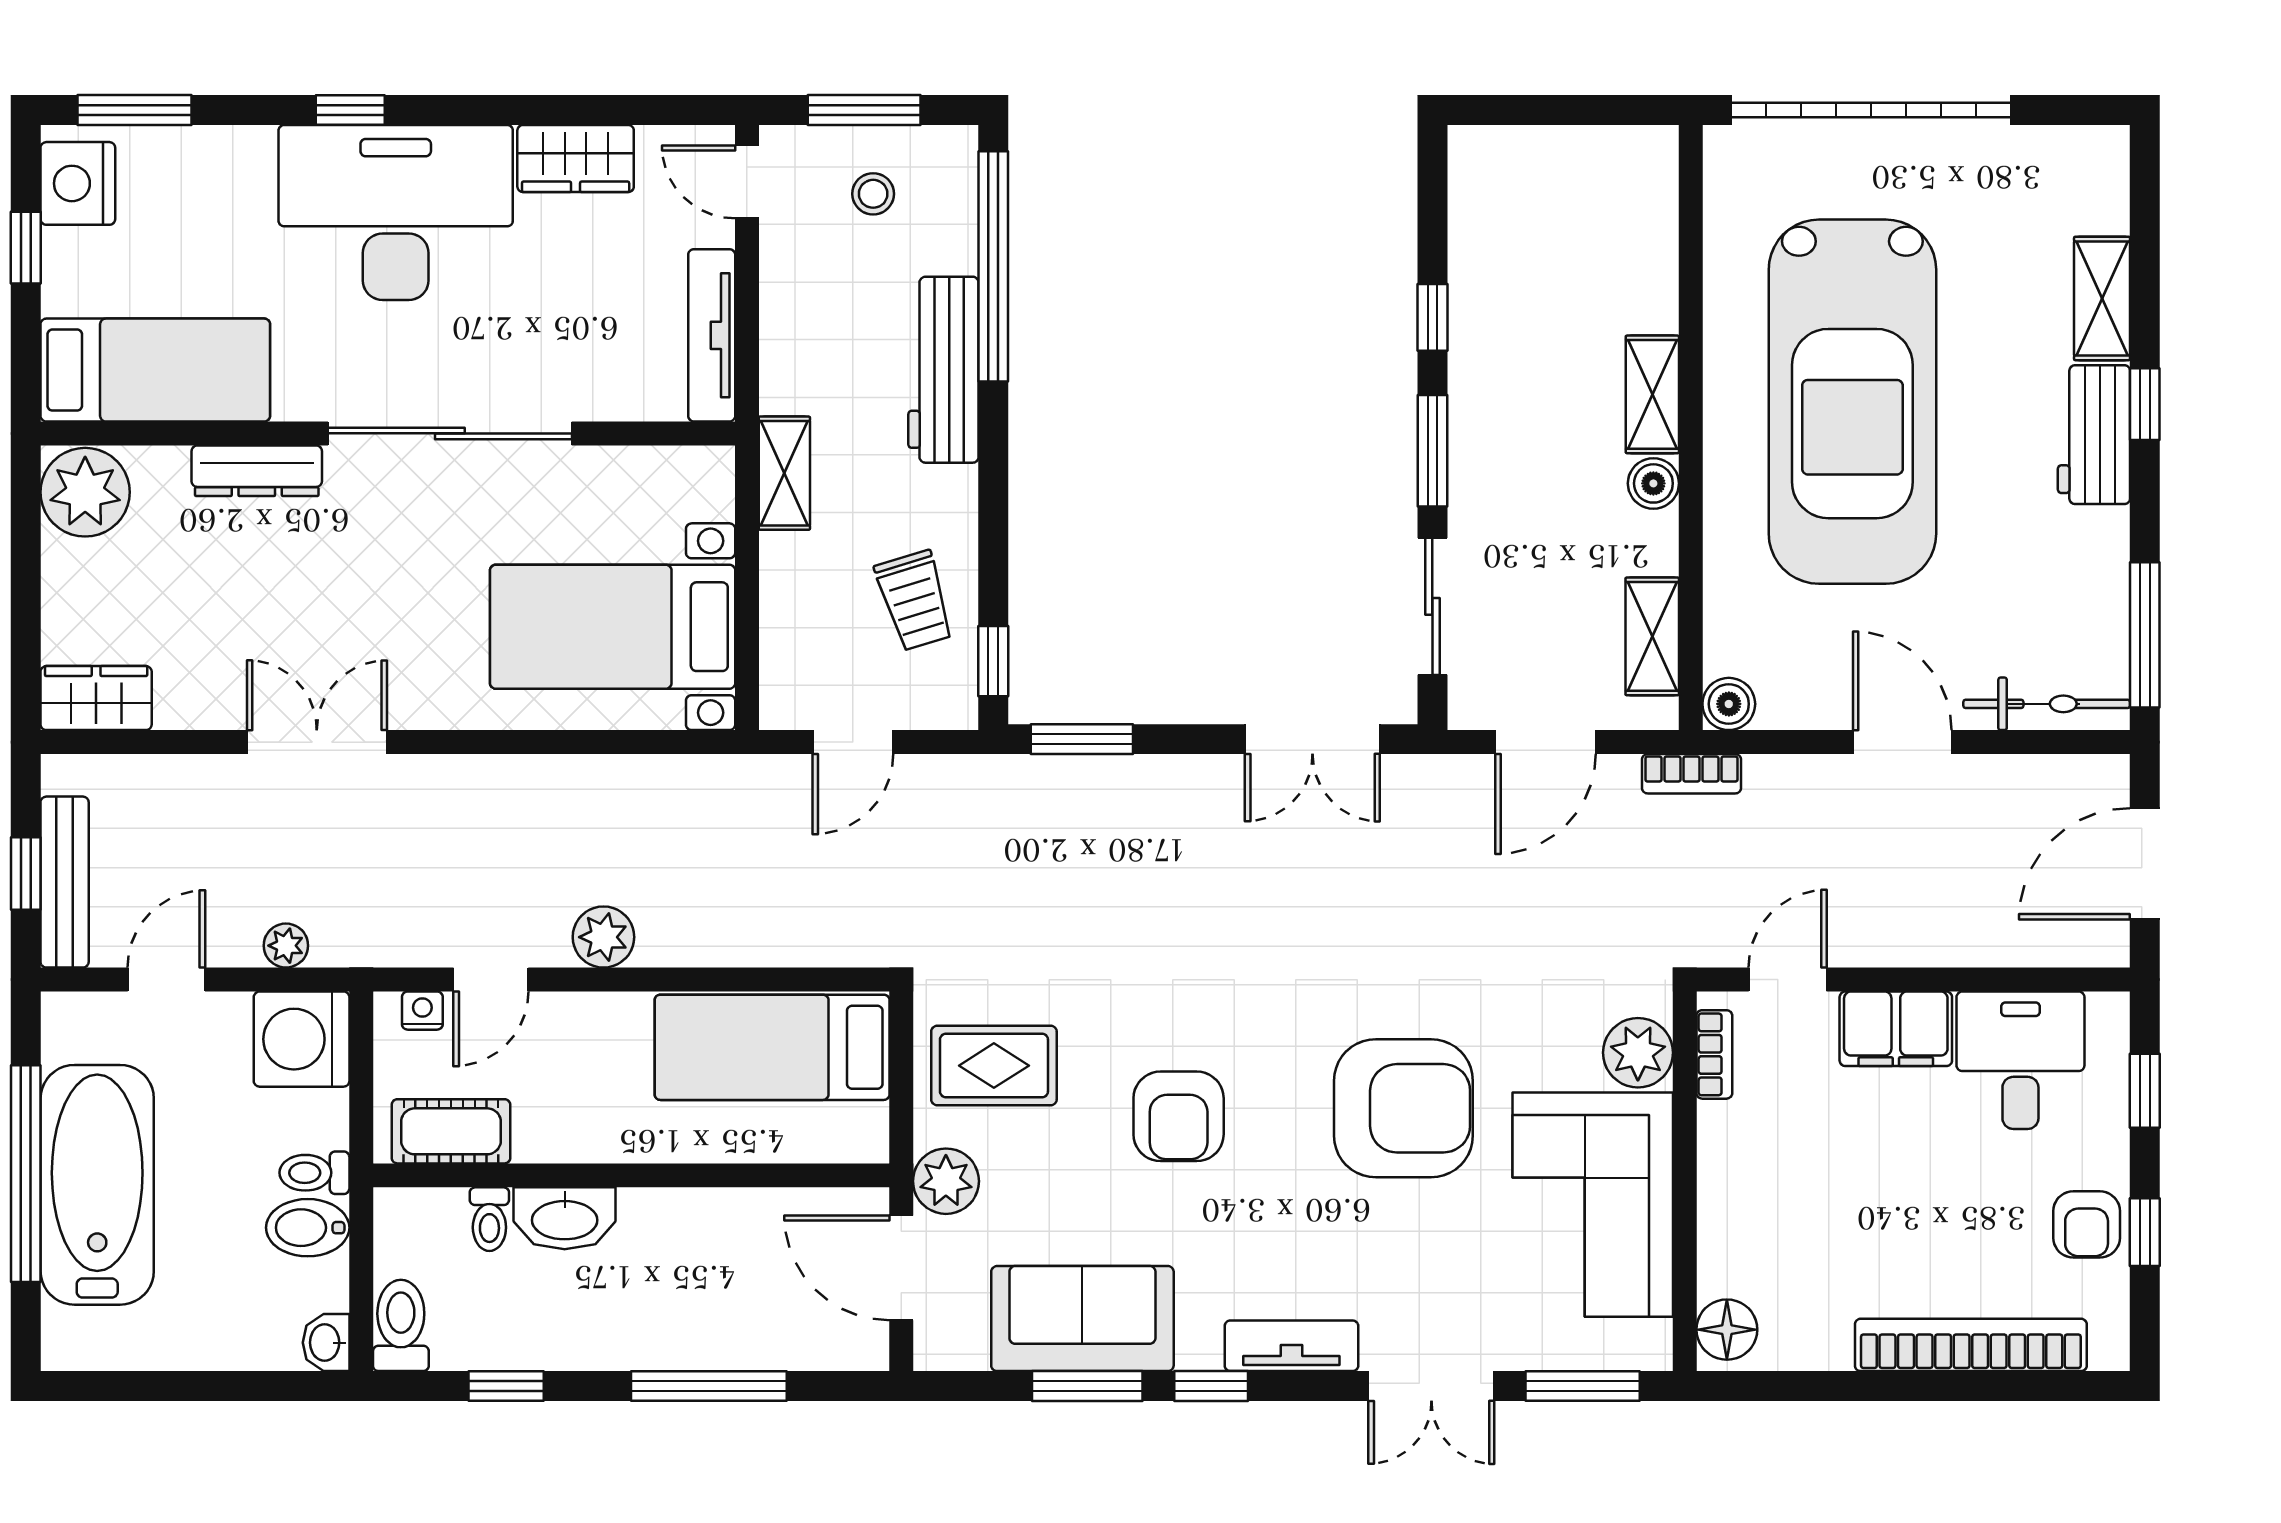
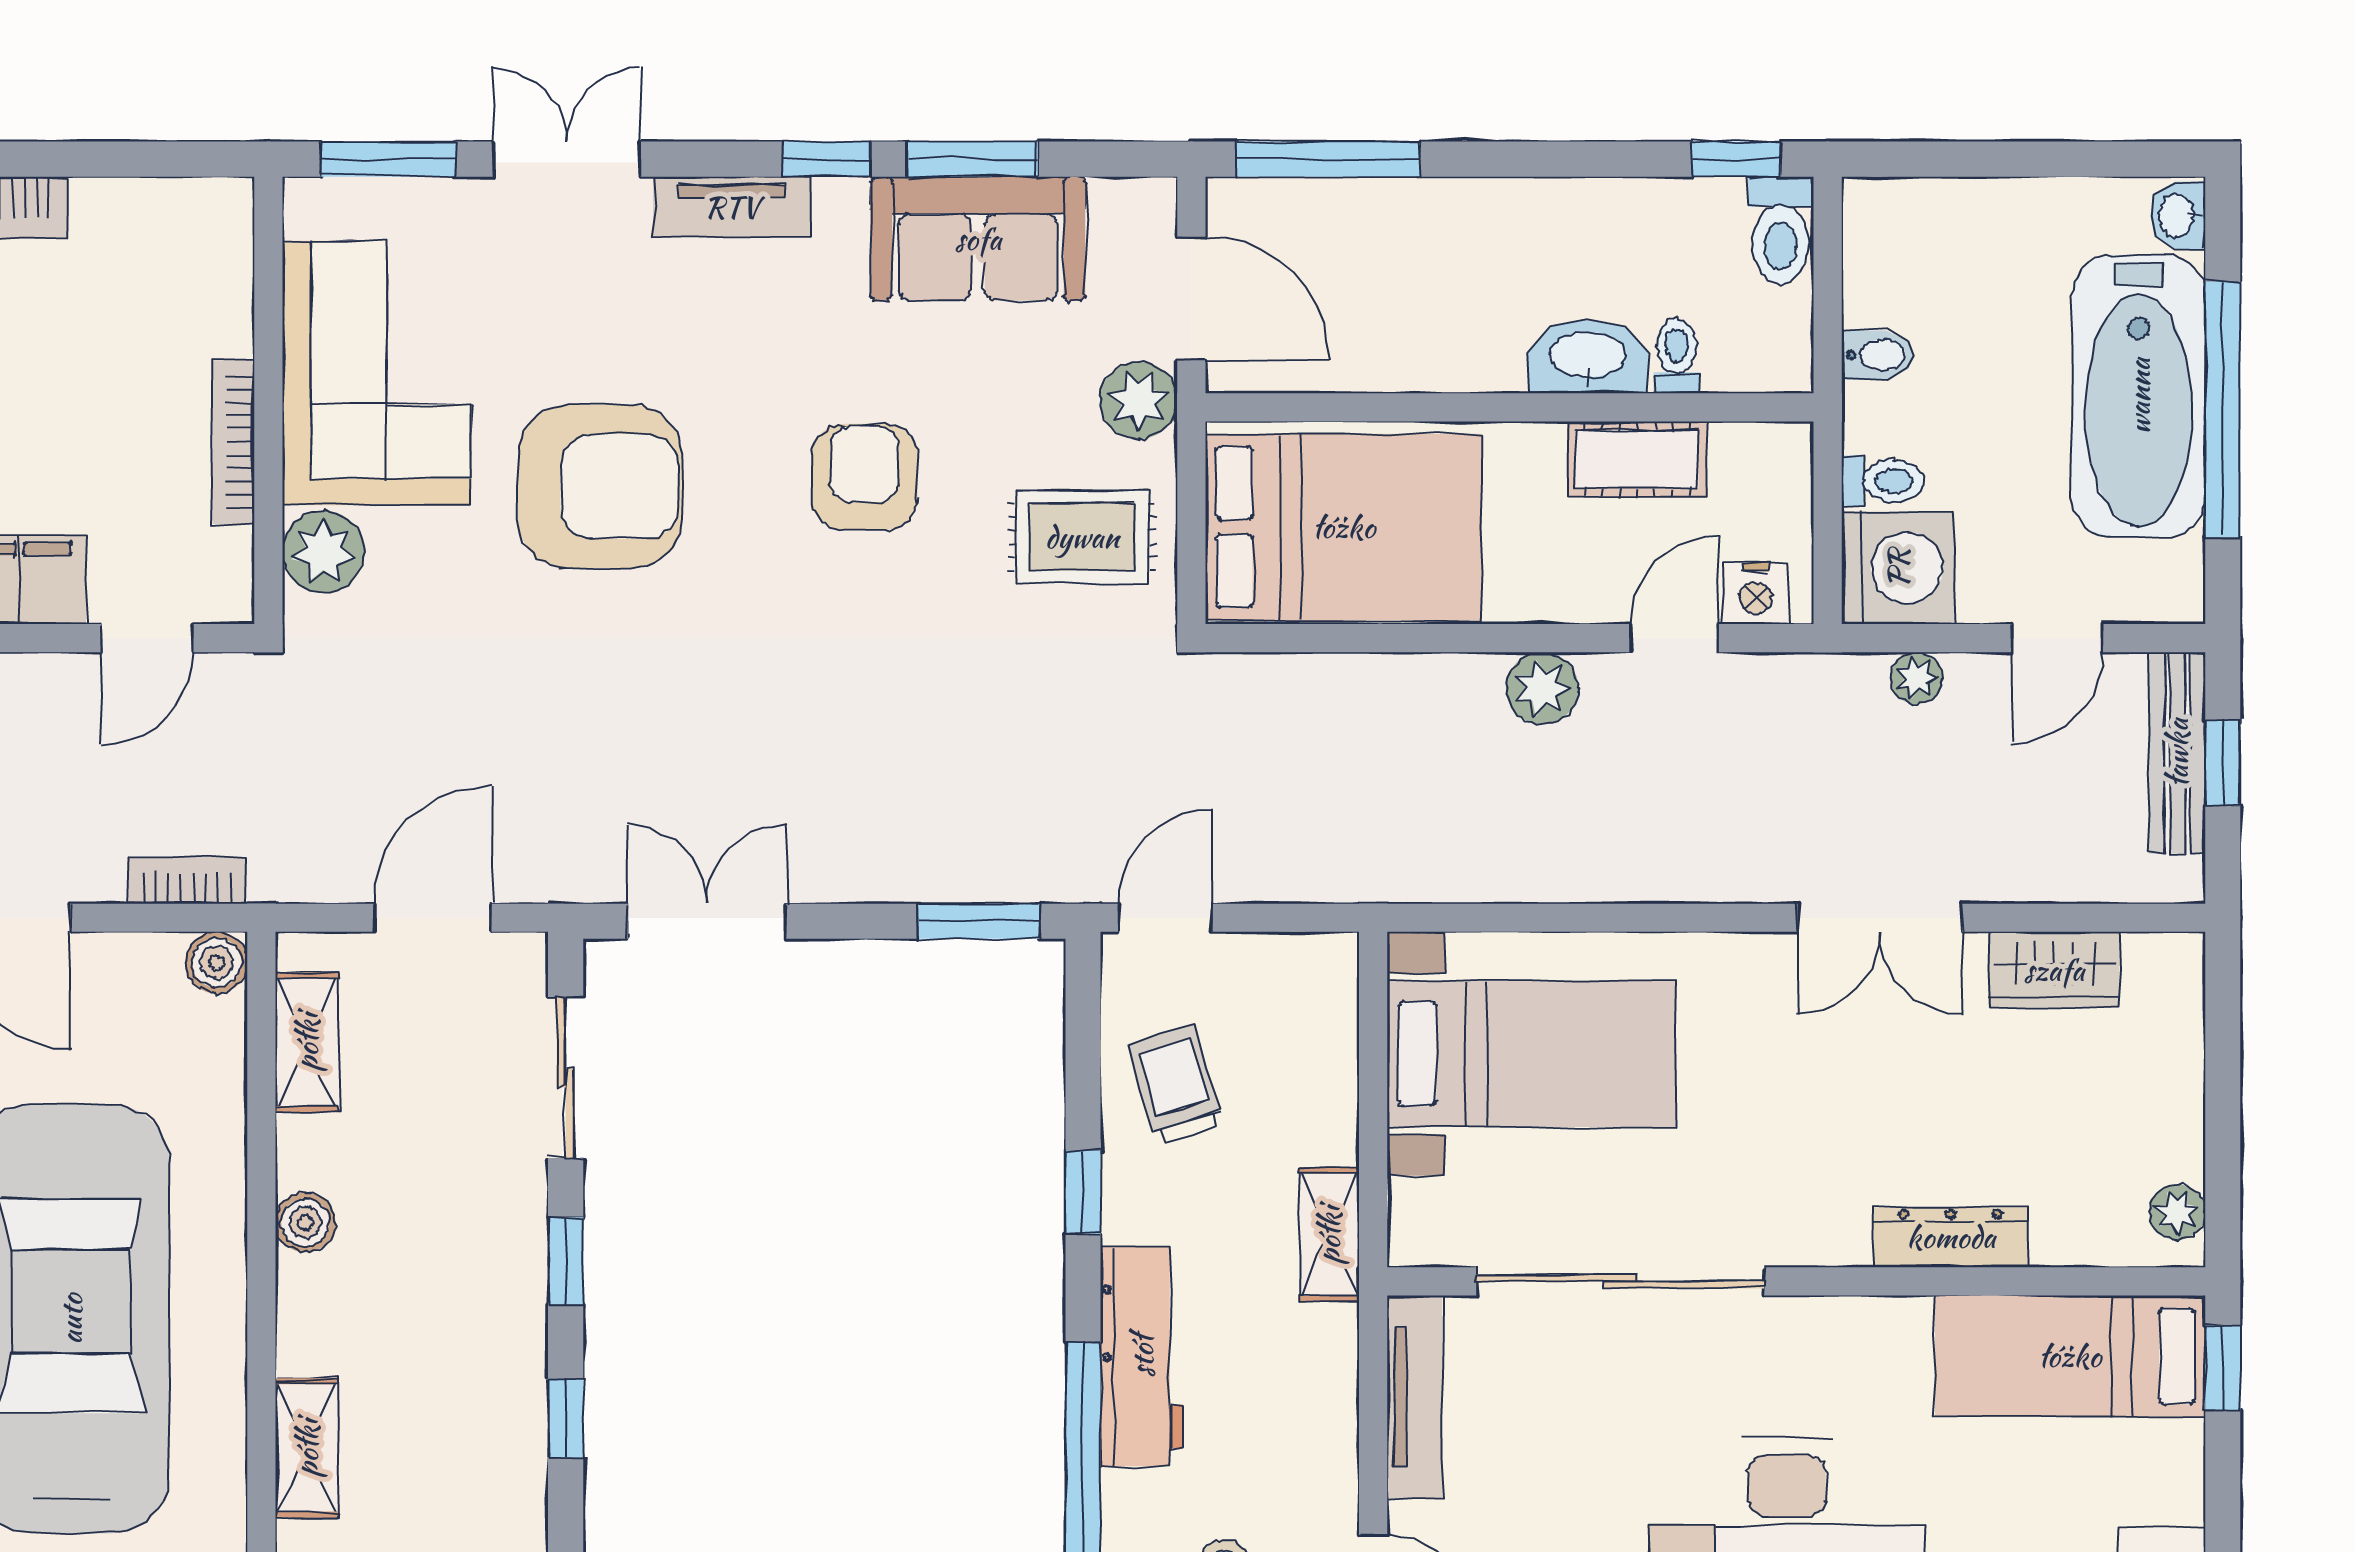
window: (26, 248) -> (2223, 1368), moved
shelving: (1652, 394) -> (307, 1448), moved
sliding door: (450, 433) -> (1620, 1281), moved
window: (1432, 451) -> (566, 1261), width x0.67
plant: (85, 492) -> (2177, 1212), width x0.53, depth x0.53
window: (993, 661) -> (1083, 1192), moved
wardrobe: (96, 698) -> (2054, 970), moved
door: (853, 742) -> (1165, 918), moved
bookcase: (1691, 774) -> (187, 880), moved
nightstand: (422, 1011) -> (1756, 593), width x1.39, depth x1.35
bed: (772, 1047) -> (1344, 527), width x1.50
bookcase: (1714, 1054) -> (234, 442), moved, width x1.56
armchair: (1403, 1108) -> (600, 486), turned 180
cot: (451, 1131) -> (1637, 459), moved
toilet: (314, 1173) -> (1883, 481), moved
bidet: (308, 1228) -> (1878, 355), width x0.72, depth x0.74
floor lamp: (1727, 1330) -> (219, 226), removed
washbasin: (326, 1343) -> (2178, 215), moved, turned 180
window: (506, 1386) -> (1736, 159), moved
window: (709, 1386) -> (1328, 159), moved

